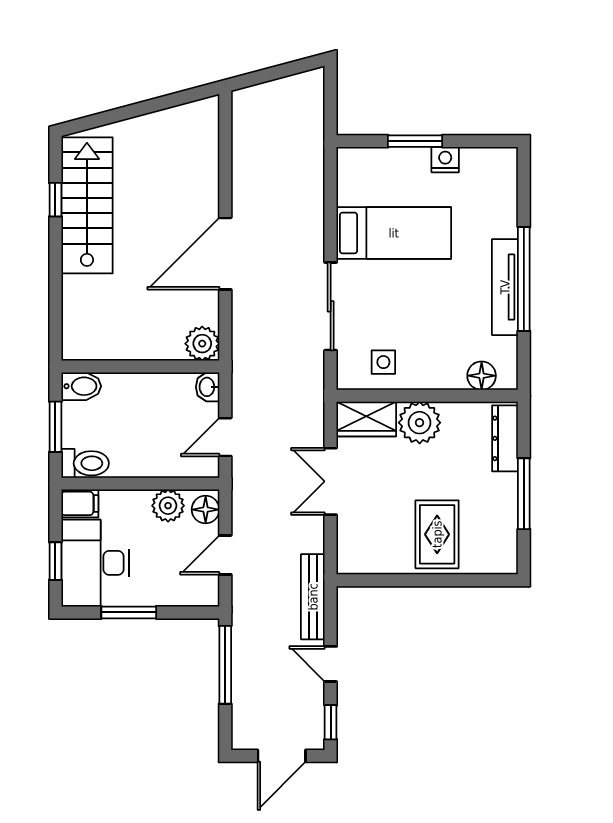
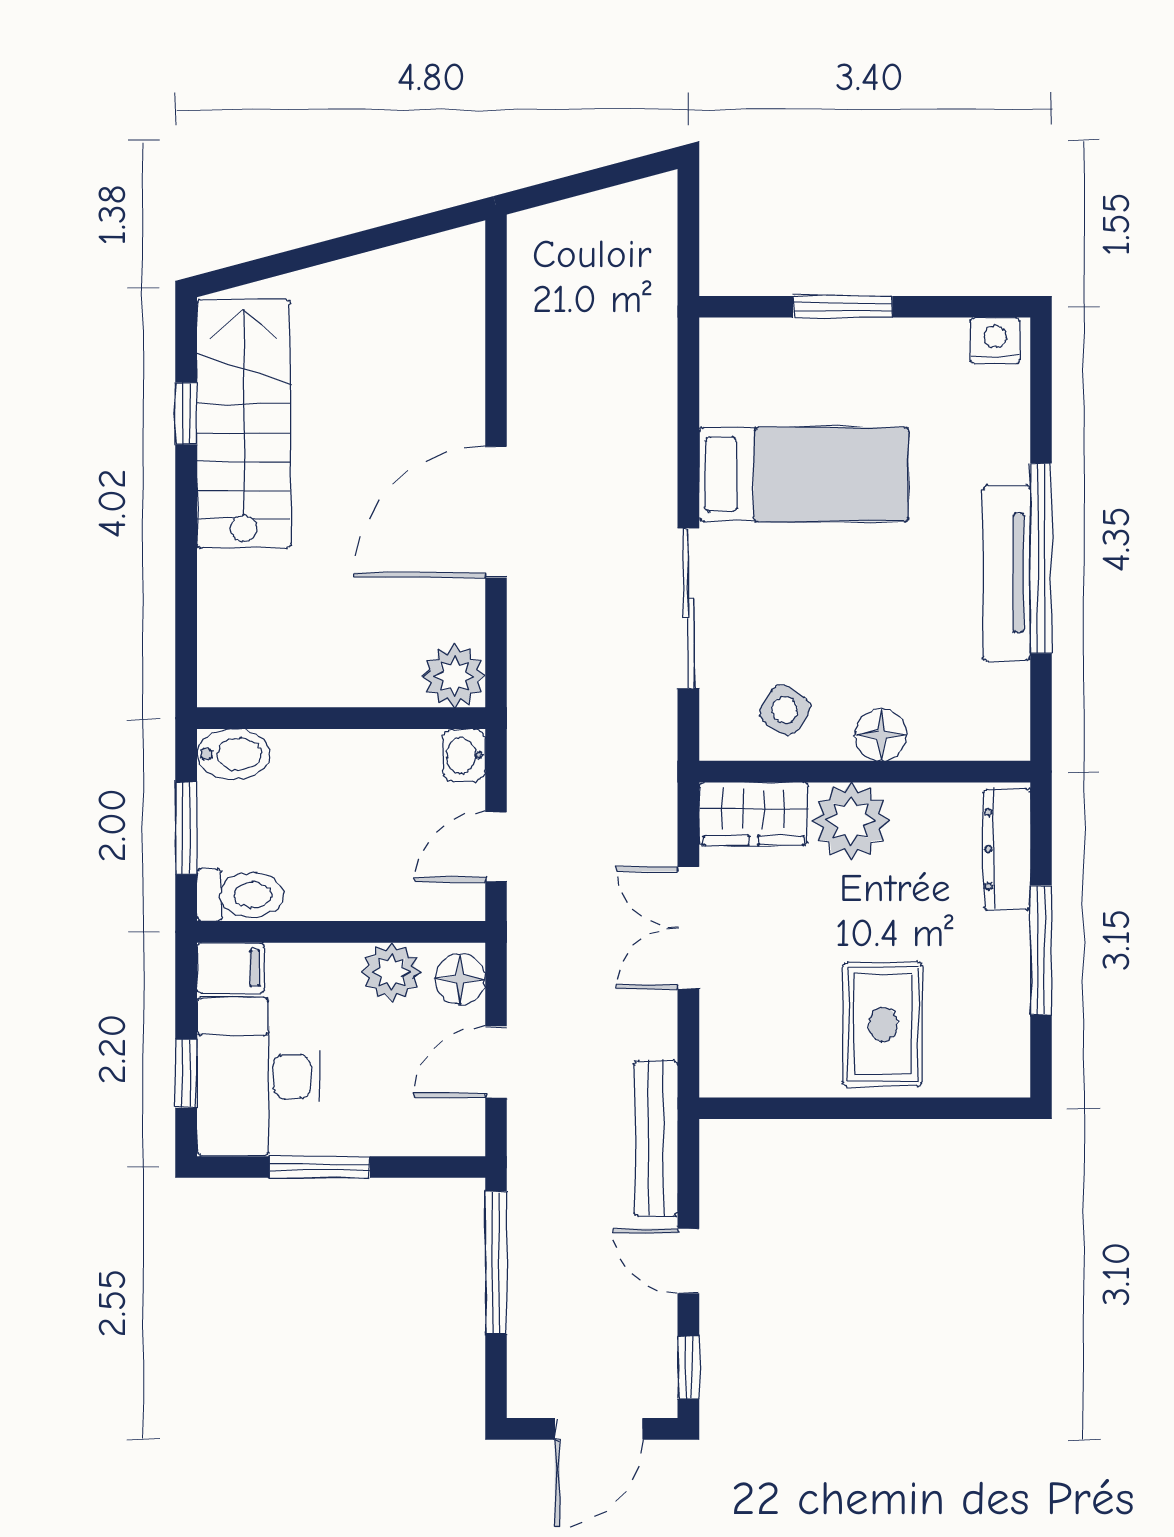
nightstand: (445, 160) -> (995, 340), moved
side table: (383, 362) -> (785, 710), turned 32
floor lamp: (482, 376) -> (881, 735), moved

